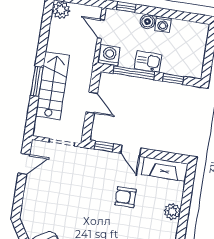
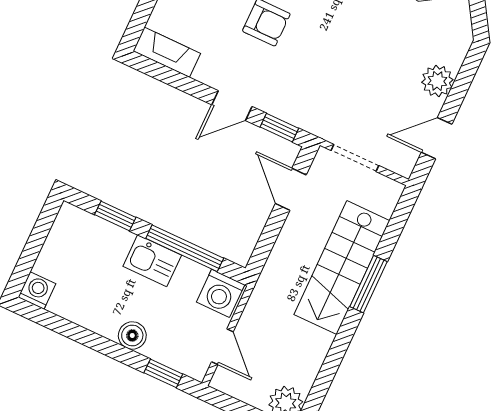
washing machine: (163, 24) -> (37, 291), moved
door: (92, 103) -> (291, 189), moved
door: (131, 151) -> (232, 106), swing flipped
fireplace: (165, 169) -> (167, 52), width x0.73, depth x0.76
plant: (32, 193) -> (437, 81), added

